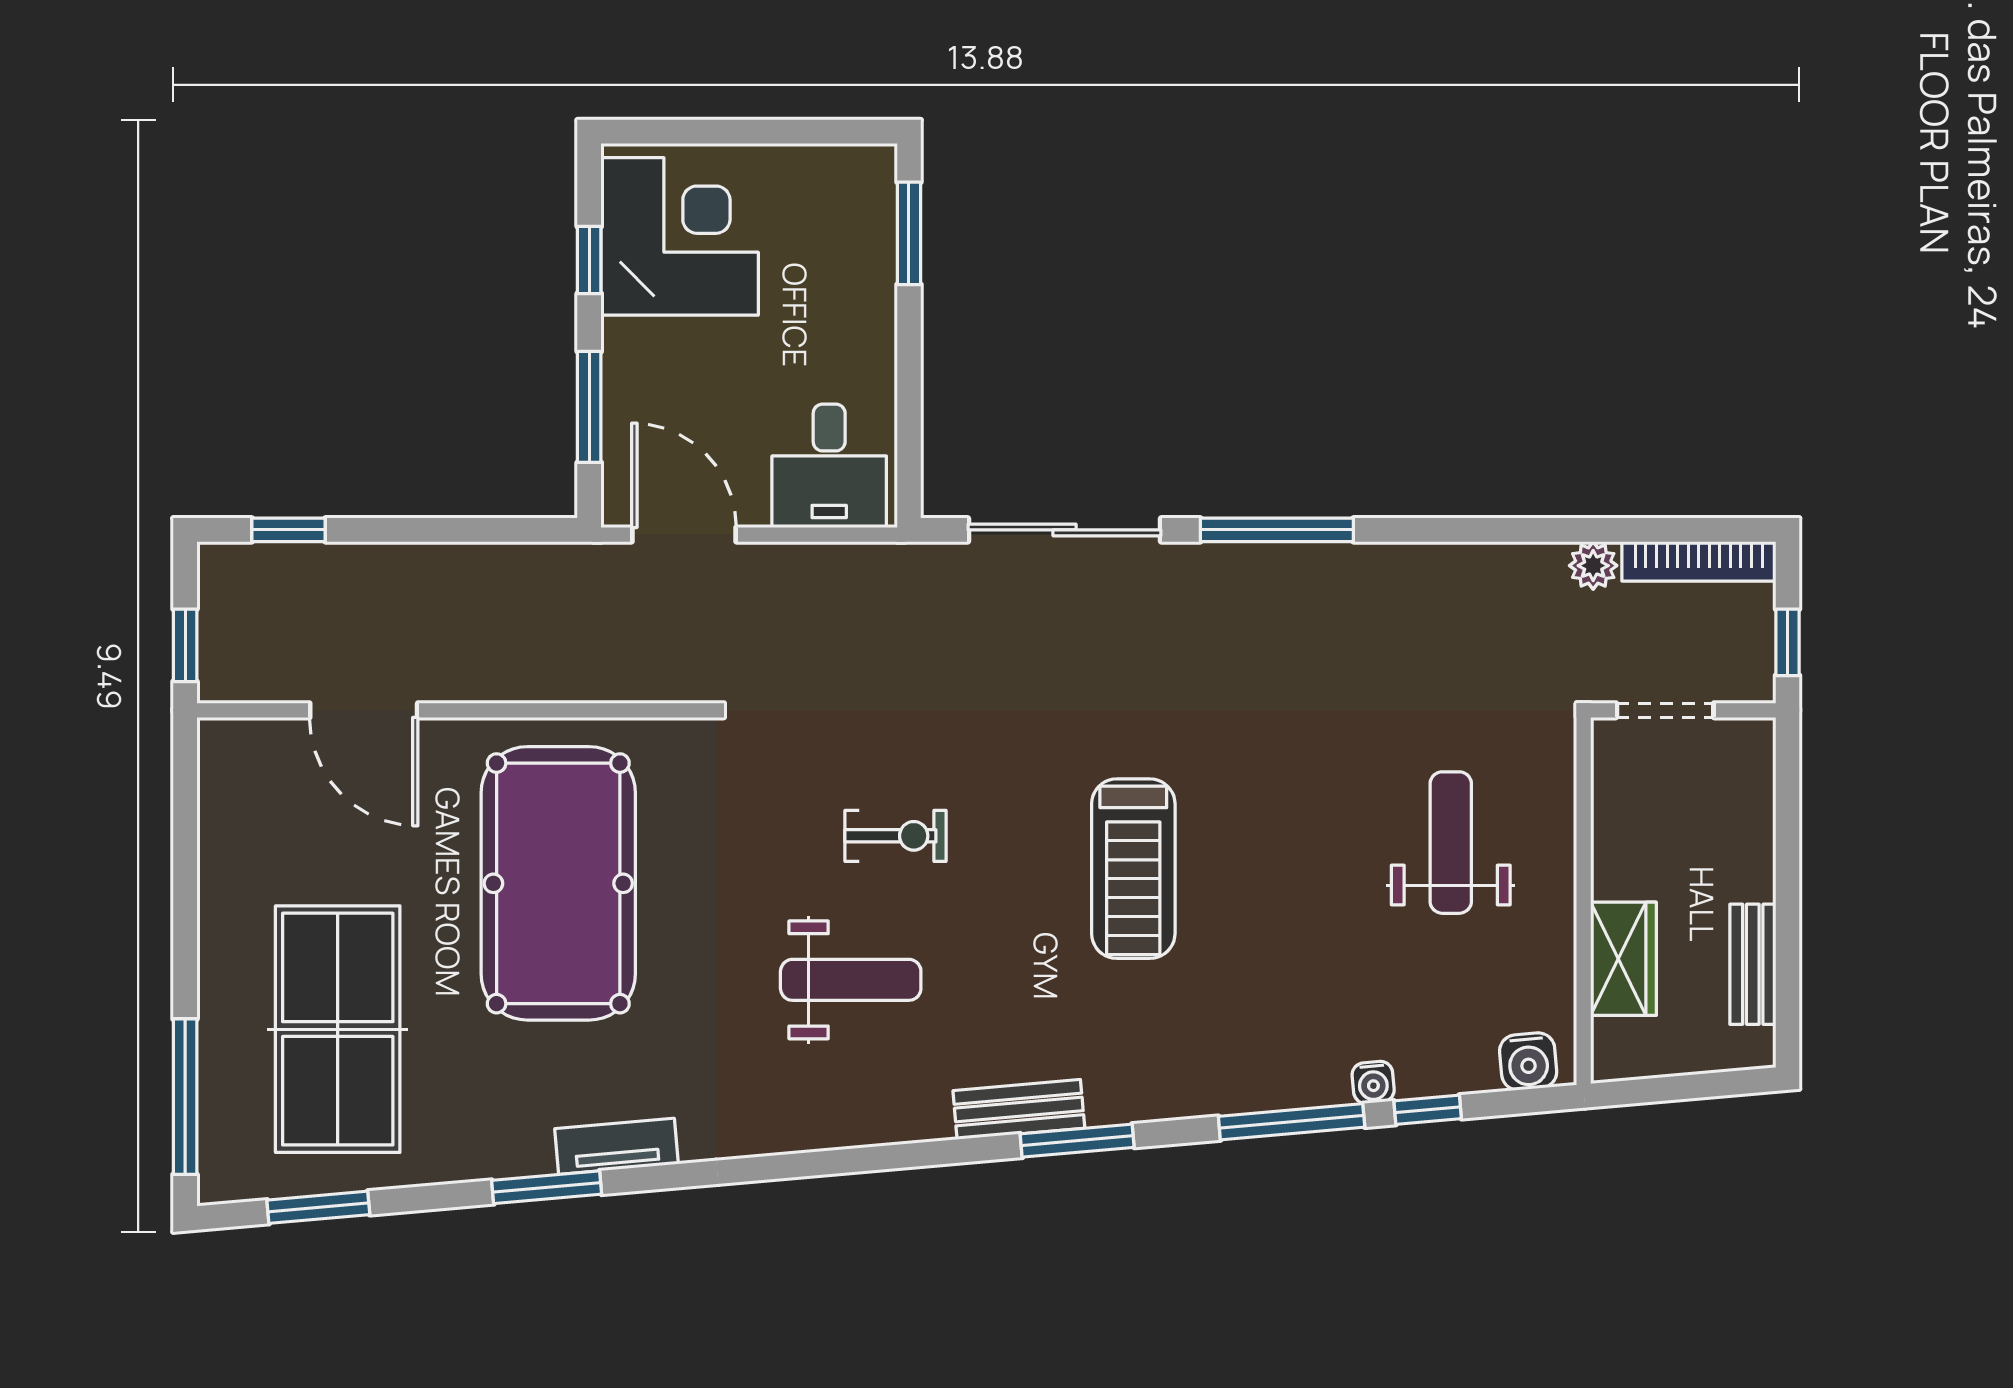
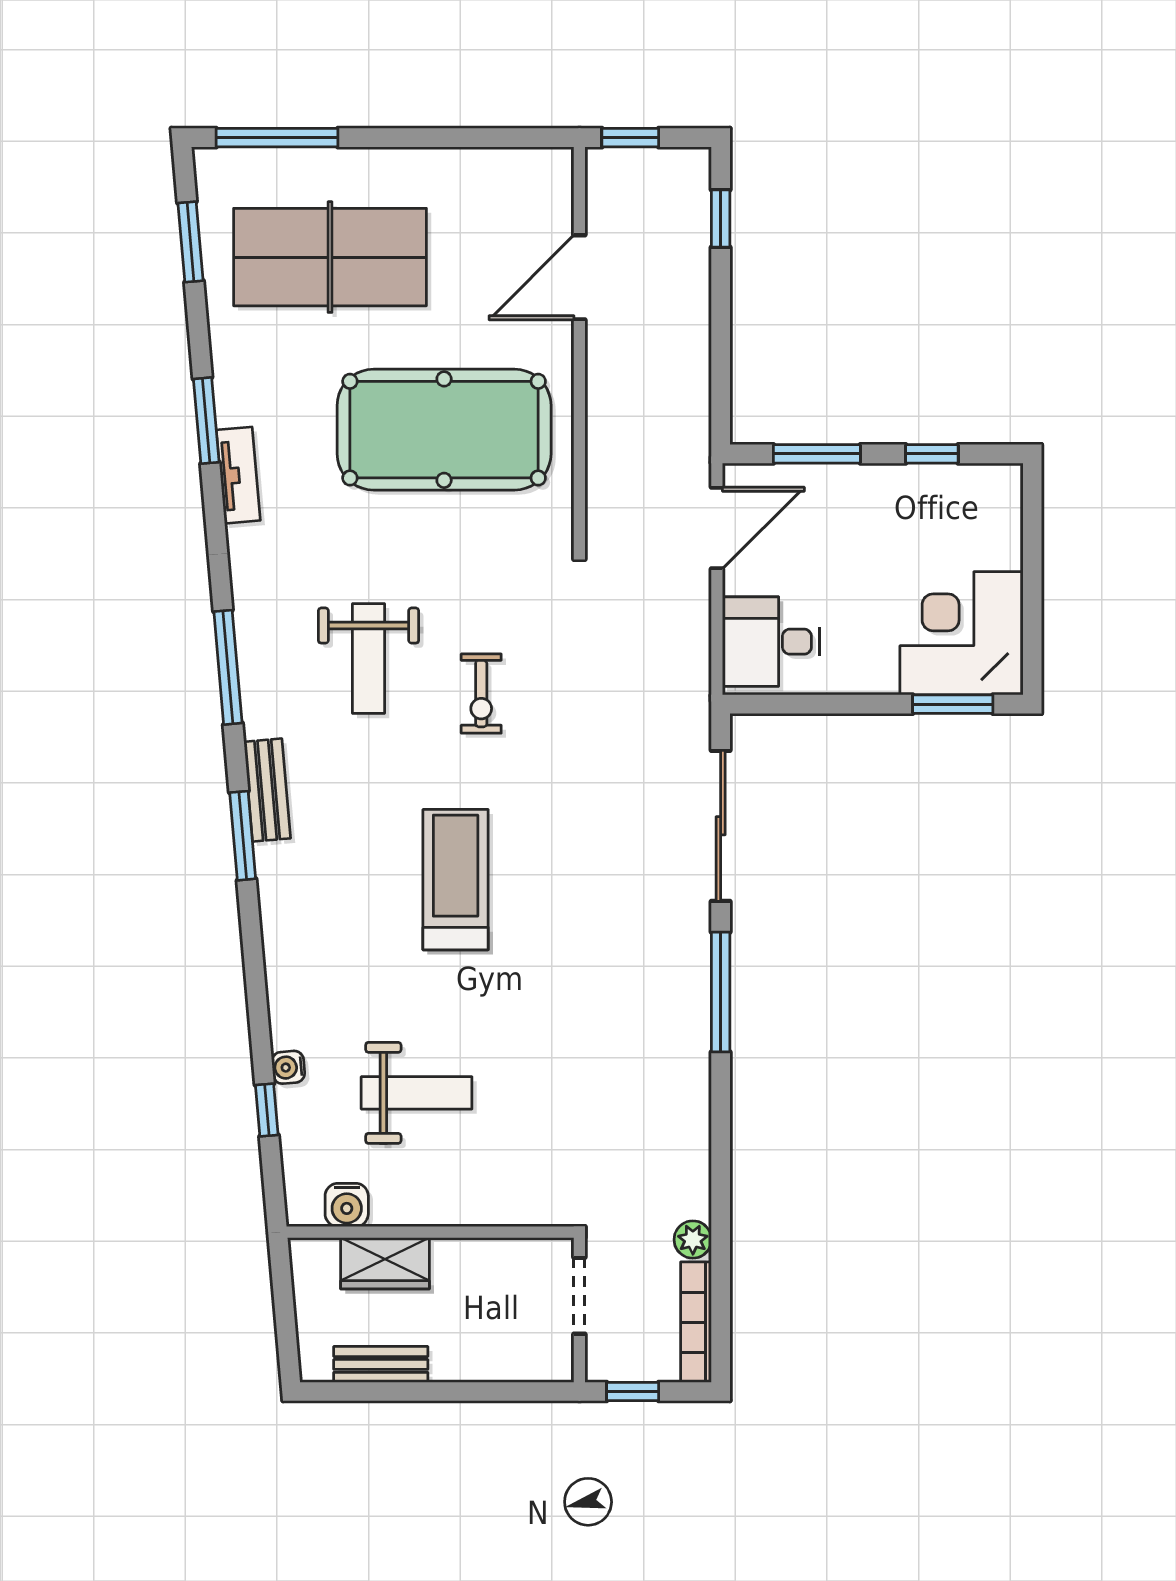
corner desk: (680, 236) -> (962, 633), moved, turned 180
weight bench: (1451, 843) -> (417, 1093), moved
treadmill: (1133, 869) -> (456, 880), turned 90
water cooler: (1528, 1061) -> (347, 1205), moved, turned -85
window: (1292, 1122) -> (228, 667), moved

